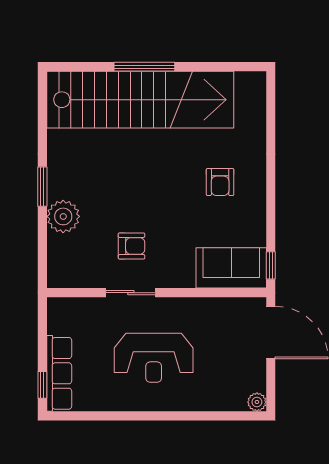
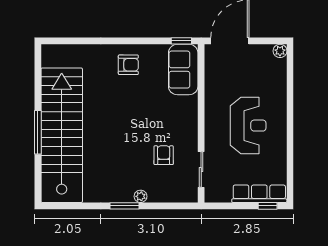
armchair: (220, 182) -> (128, 65), moved
plant: (63, 216) -> (141, 196), width x0.53, depth x0.53
armchair: (132, 246) -> (164, 155), moved
sliding door: (131, 293) -> (201, 169), moved

